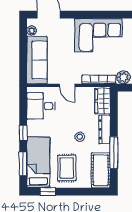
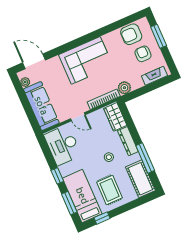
desk: (41, 106) -> (63, 145), width x1.37

